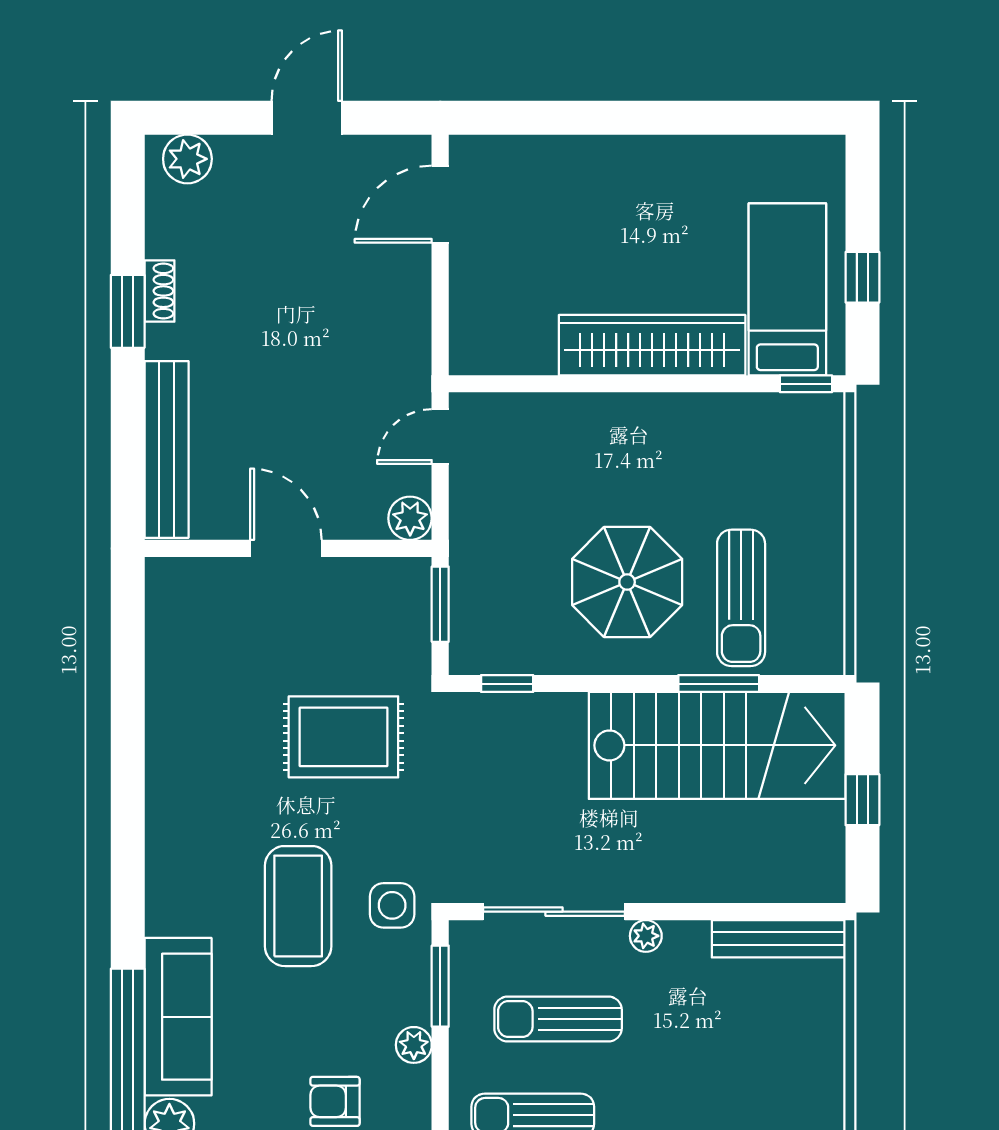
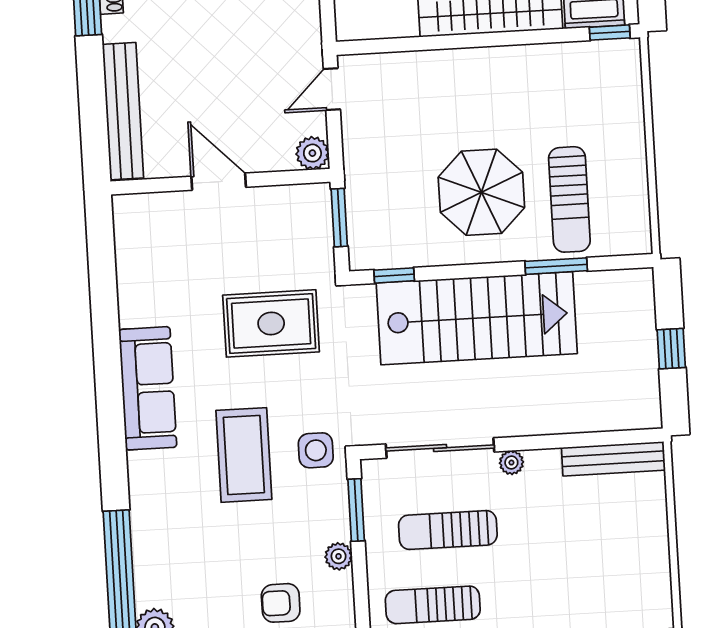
stairs: (717, 745) -> (477, 318), moved
sofa: (178, 1017) -> (148, 388), moved

